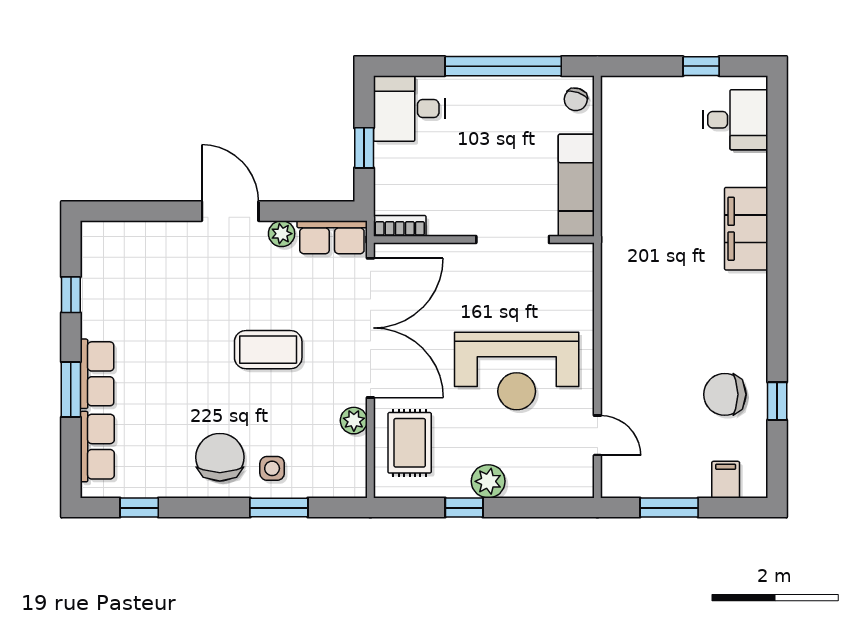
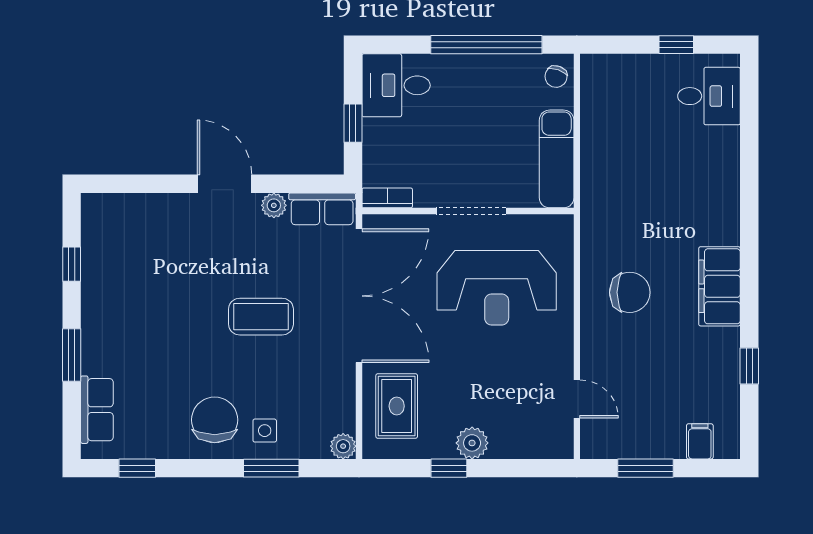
filing cabinet: (746, 229) -> (720, 286), moved
doorway: (513, 240) -> (471, 211), moved
reception desk: (517, 371) -> (497, 288), moved
row of seats: (97, 374) -> (97, 340), removed
chair: (725, 394) -> (630, 292), moved, turned 180
plant: (354, 421) -> (343, 446), moved

